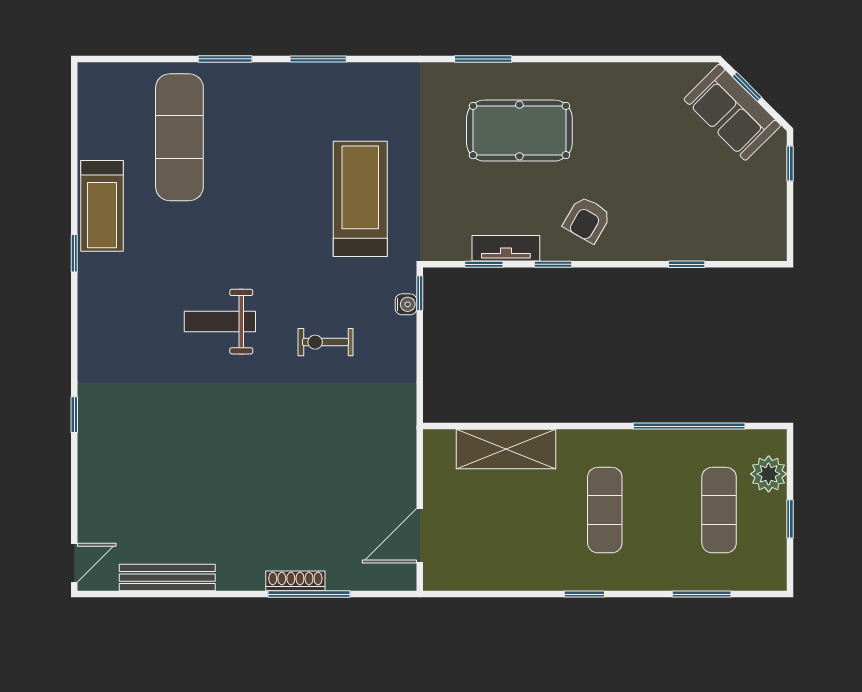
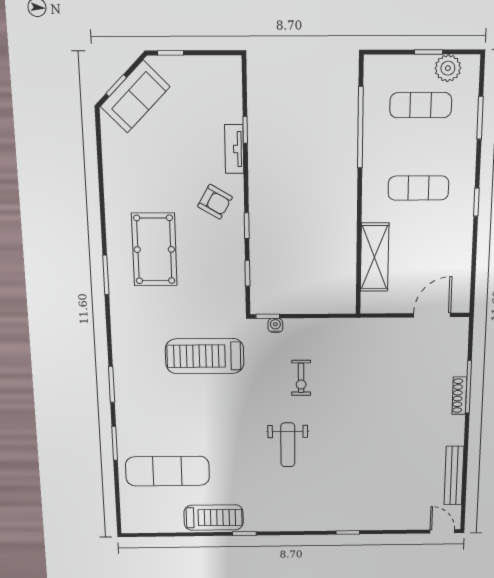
tv unit: (506, 248) -> (234, 149), moved
plant: (769, 474) -> (448, 68), moved
door: (420, 536) -> (432, 315), swing flipped

